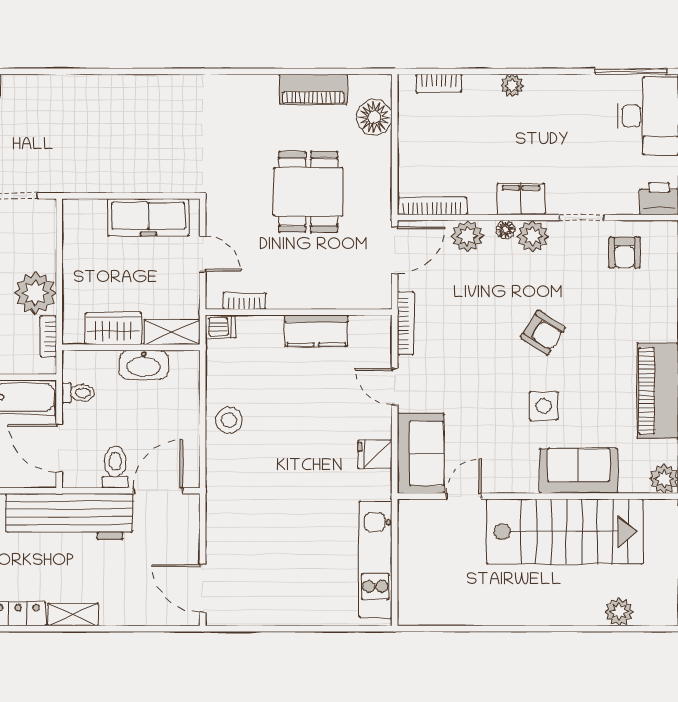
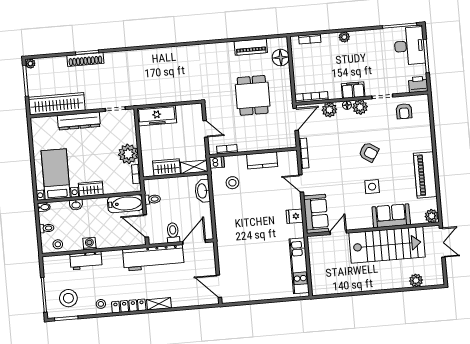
freezer: (148, 217) -> (157, 116), moved
washbasin: (144, 365) -> (202, 191), moved, turned 90
stool: (229, 420) -> (232, 183), moved

